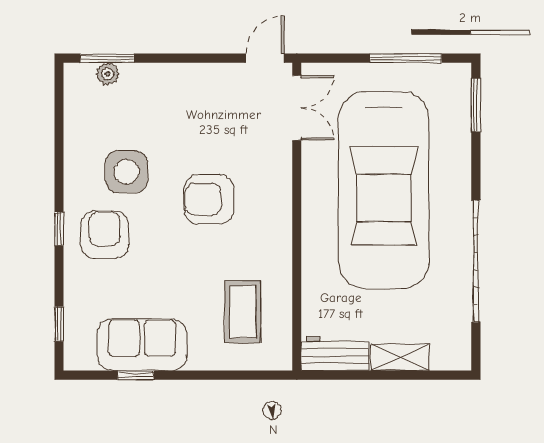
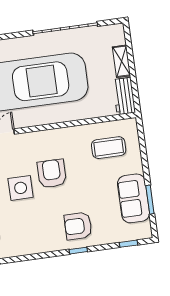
side table: (127, 172) -> (21, 188), moved
armchair: (209, 199) -> (52, 174), turned 180
window: (136, 375) -> (150, 200), width x1.50

